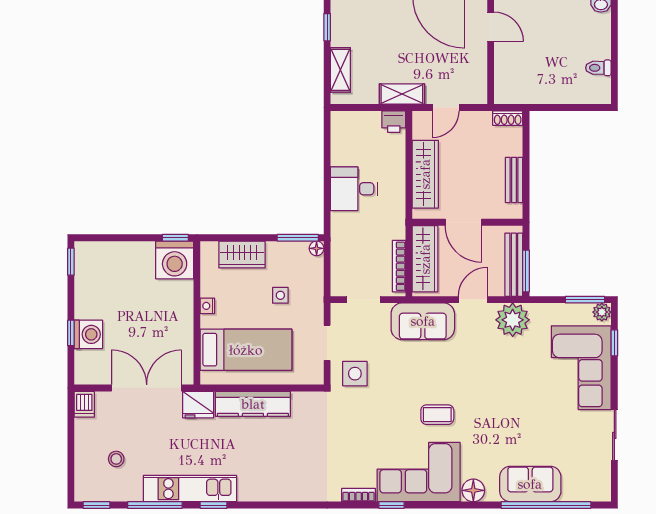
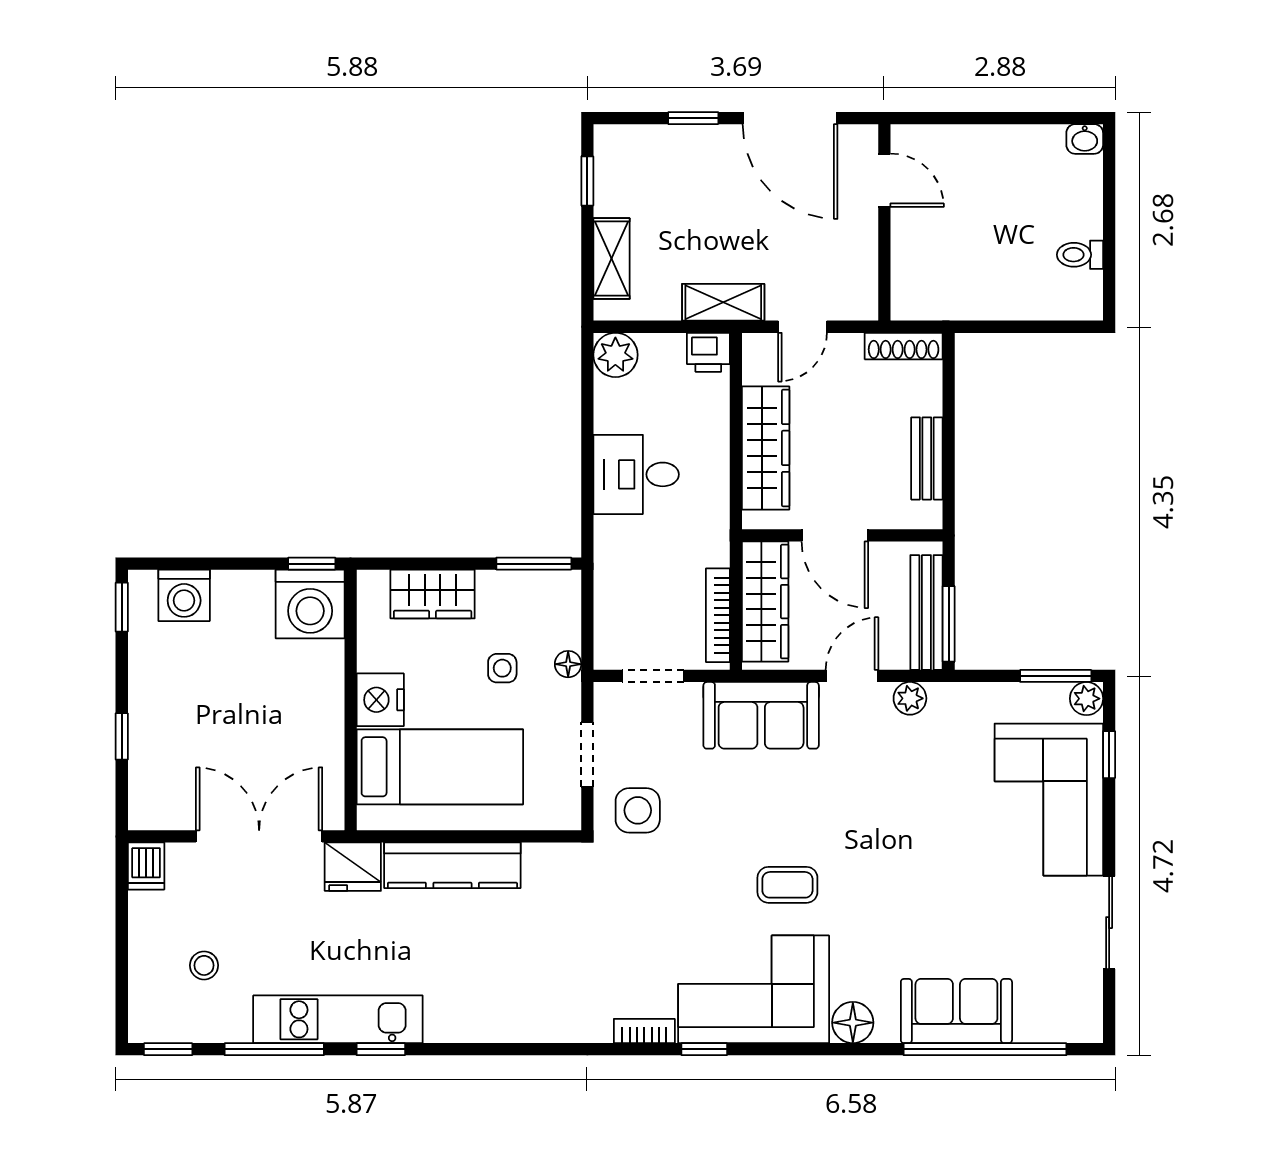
shoe rack: (508, 118) -> (904, 346), width x1.43
plant: (343, 123) -> (615, 355), added
floor lamp: (317, 248) -> (568, 664), moved
nightstand: (207, 306) -> (380, 700), width x1.89, depth x1.79
plant: (513, 320) -> (910, 698), width x0.53, depth x0.53
washing machine: (88, 334) -> (184, 595), moved, turned 90

